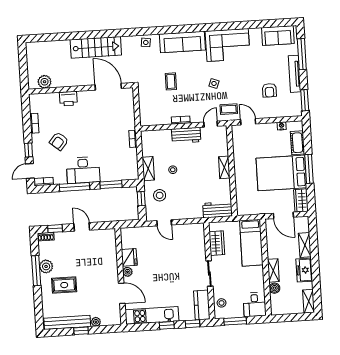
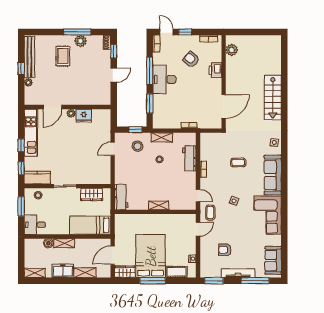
plant: (45, 82) -> (232, 50), moved
door: (108, 87) -> (224, 107), moved
wall: (81, 88) -> (224, 82), moved
printer: (68, 99) -> (215, 70), moved
workbench: (186, 135) -> (189, 158), moved

